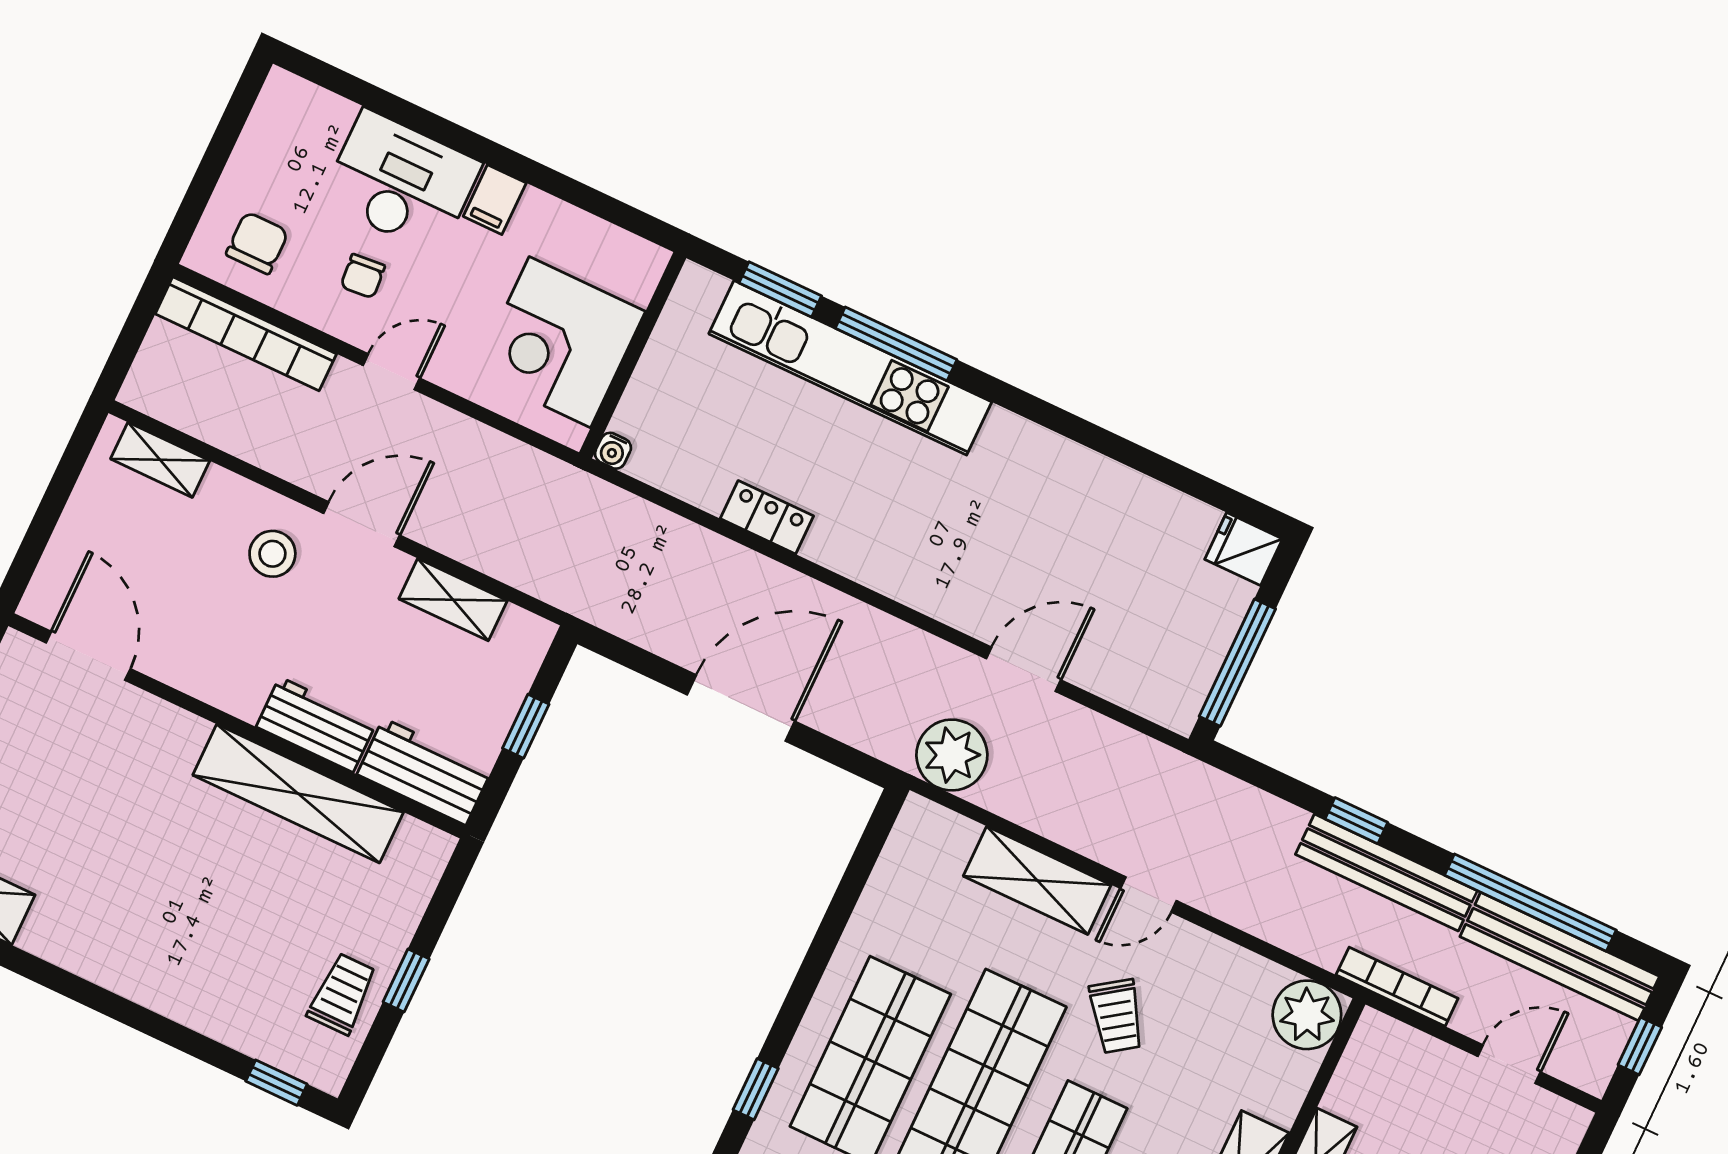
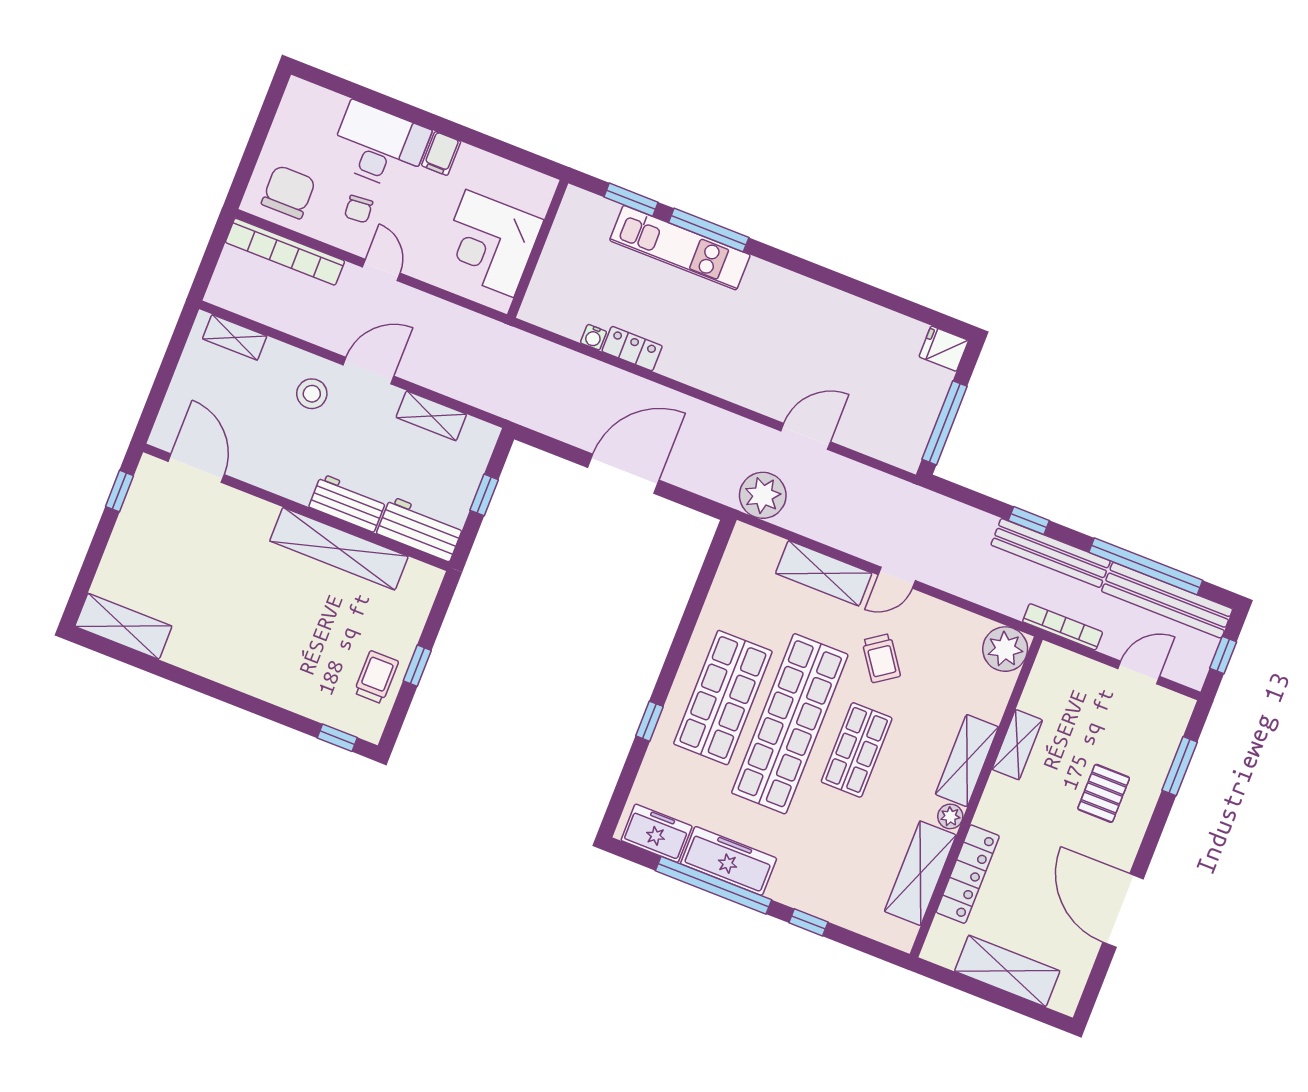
chair: (257, 243) -> (288, 192), width x1.37, depth x1.37
kitchen unit: (850, 368) -> (680, 248), width x0.73
door: (391, 372) -> (381, 270), hinge flipped
water cooler: (613, 451) -> (594, 337), moved

